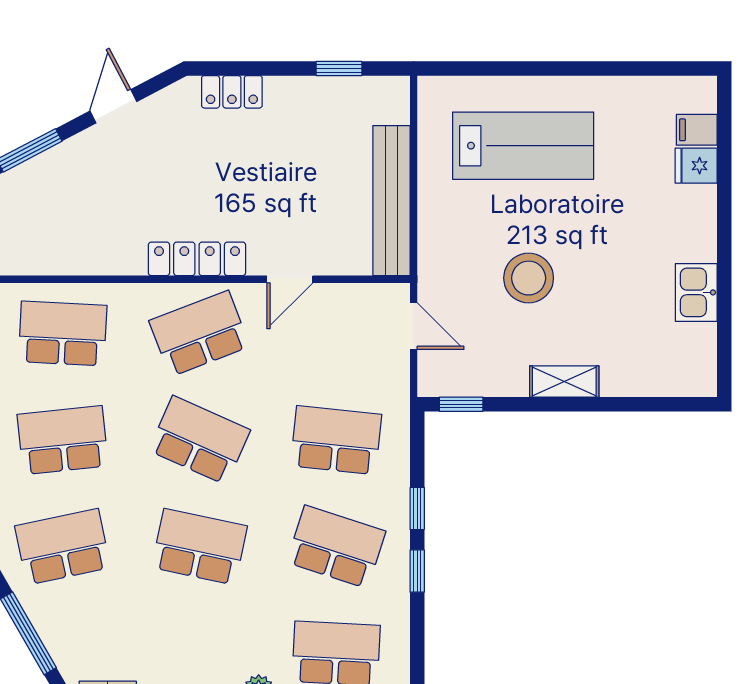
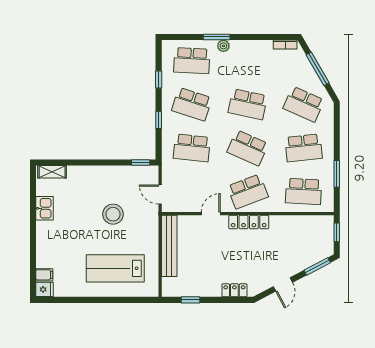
fridge: (696, 166) -> (44, 289), moved
shelving: (564, 381) -> (52, 172), moved
school desk: (63, 547) -> (304, 104), turned 36
window: (417, 571) -> (159, 80), moved

